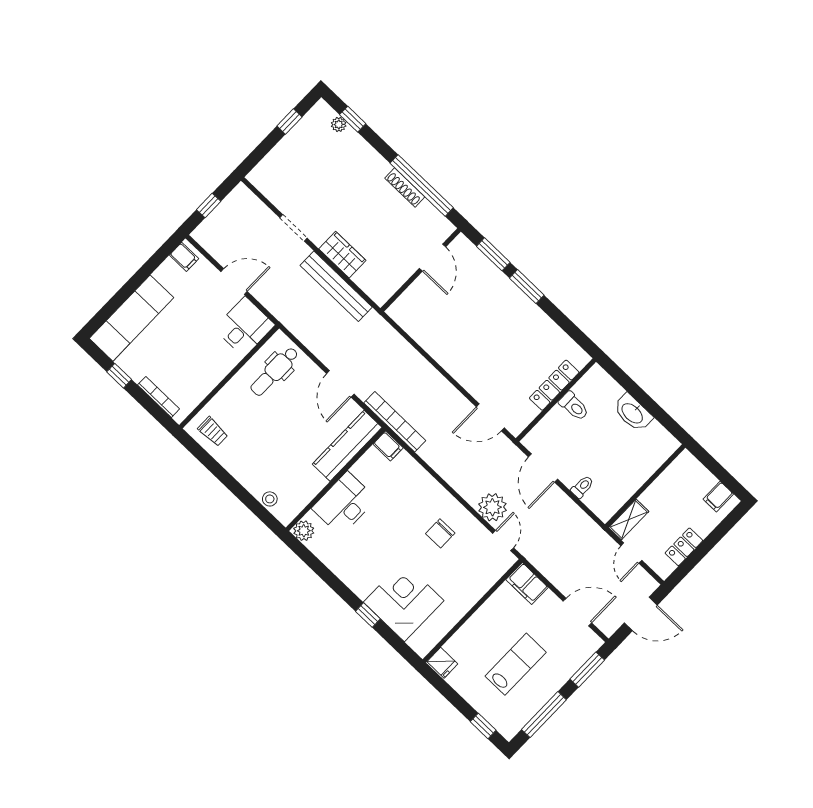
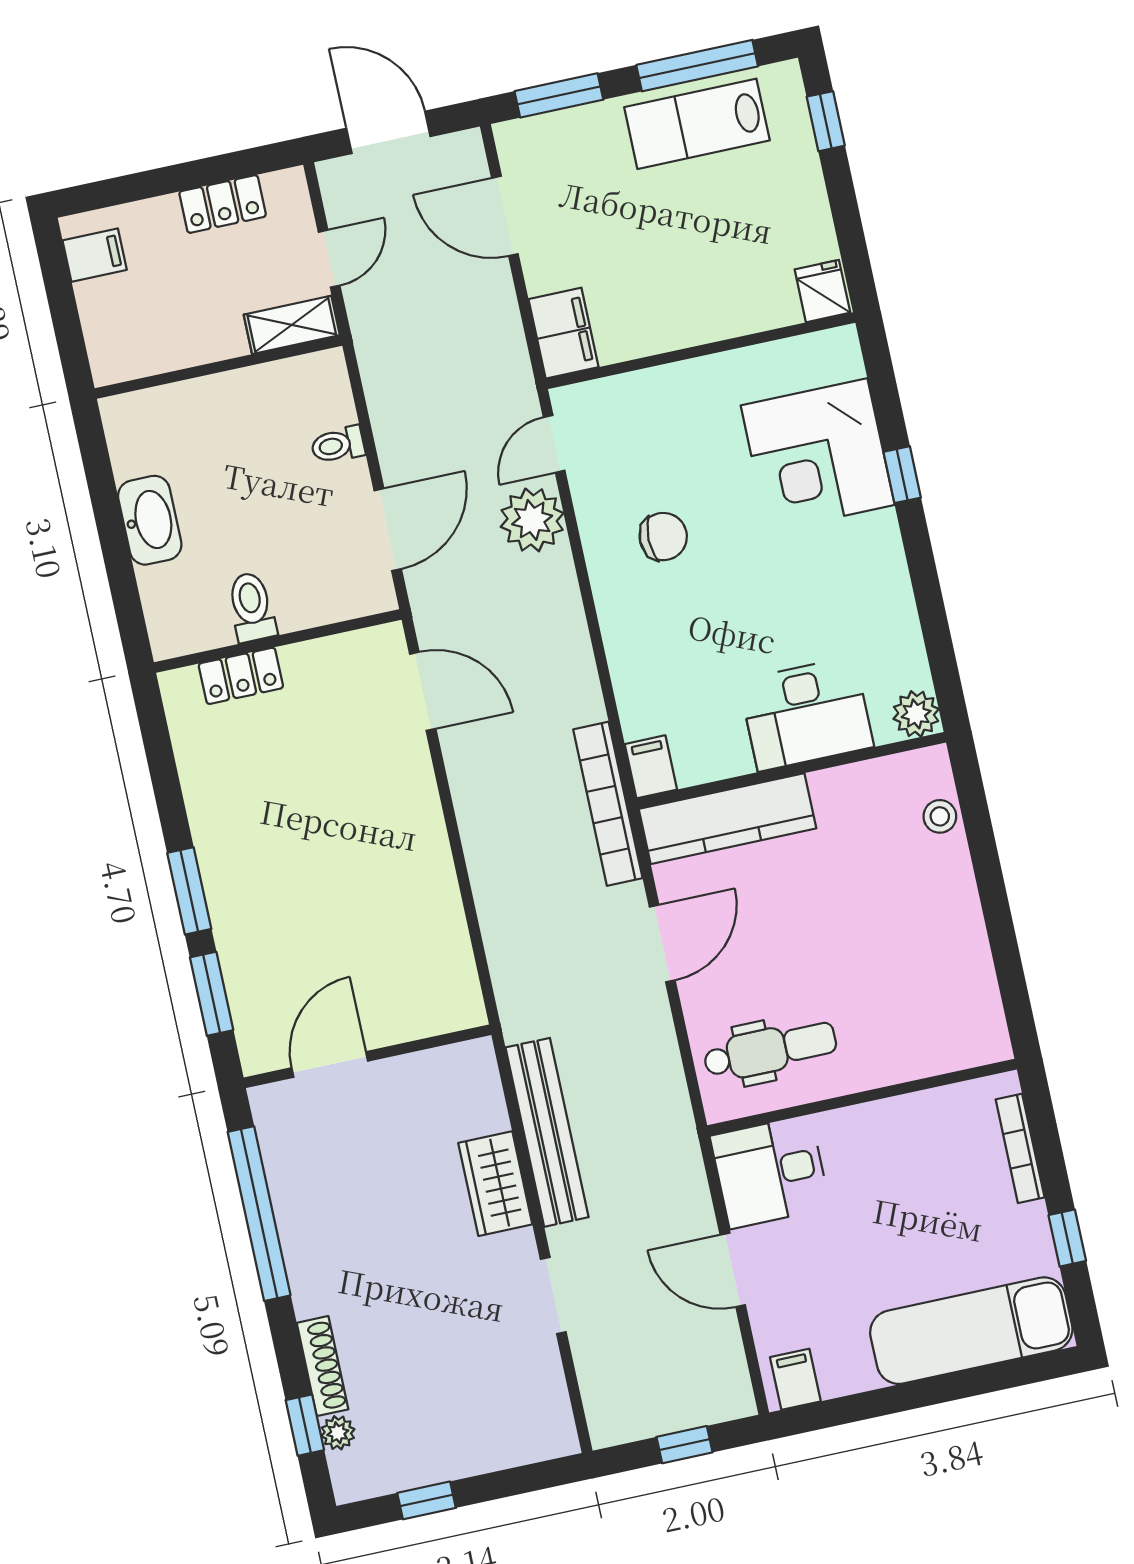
shoe rack: (405, 187) -> (323, 1366), moved
locker: (554, 385) -> (241, 676), width x0.66
trolley: (213, 432) -> (962, 1015), removed
lab bench: (516, 664) -> (697, 124), moved

